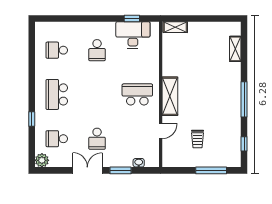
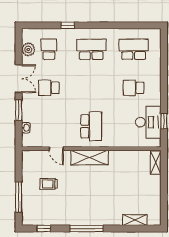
school desk: (57, 50) -> (134, 49), width x1.85
plant: (42, 160) -> (28, 49), moved

